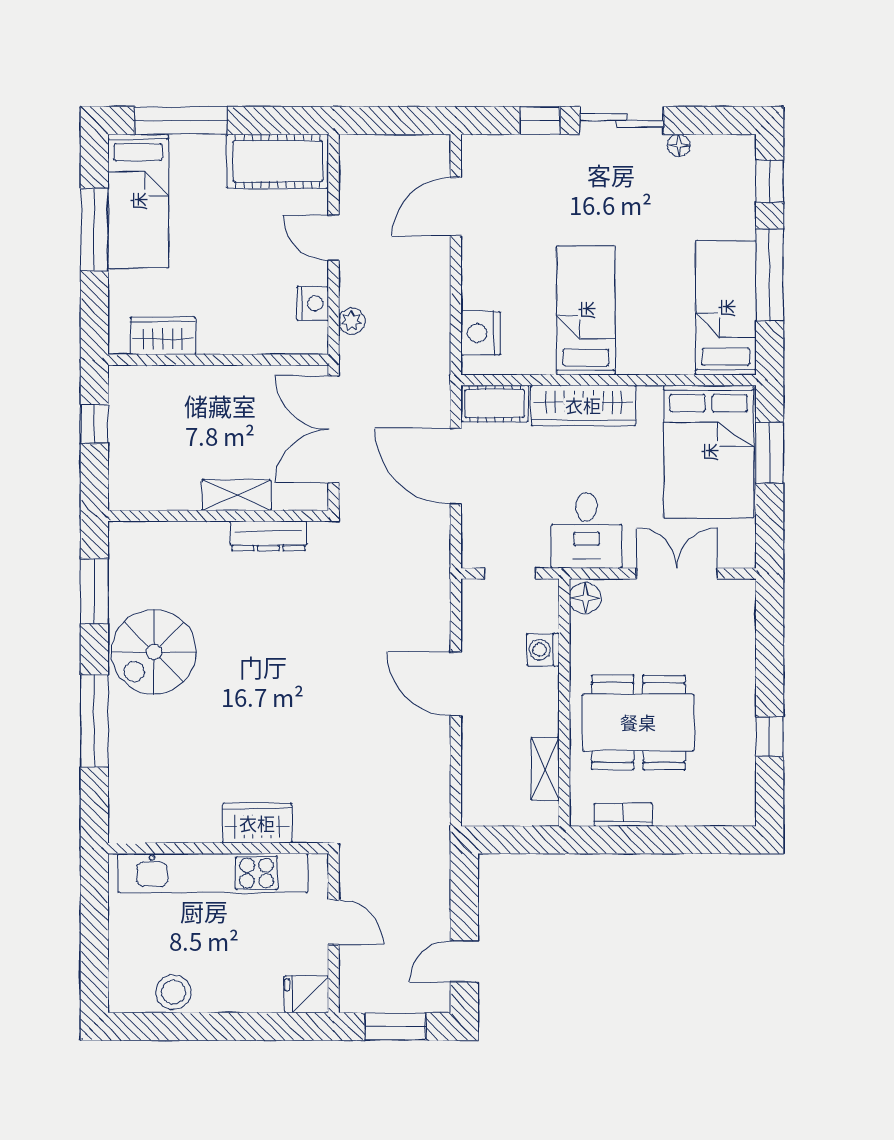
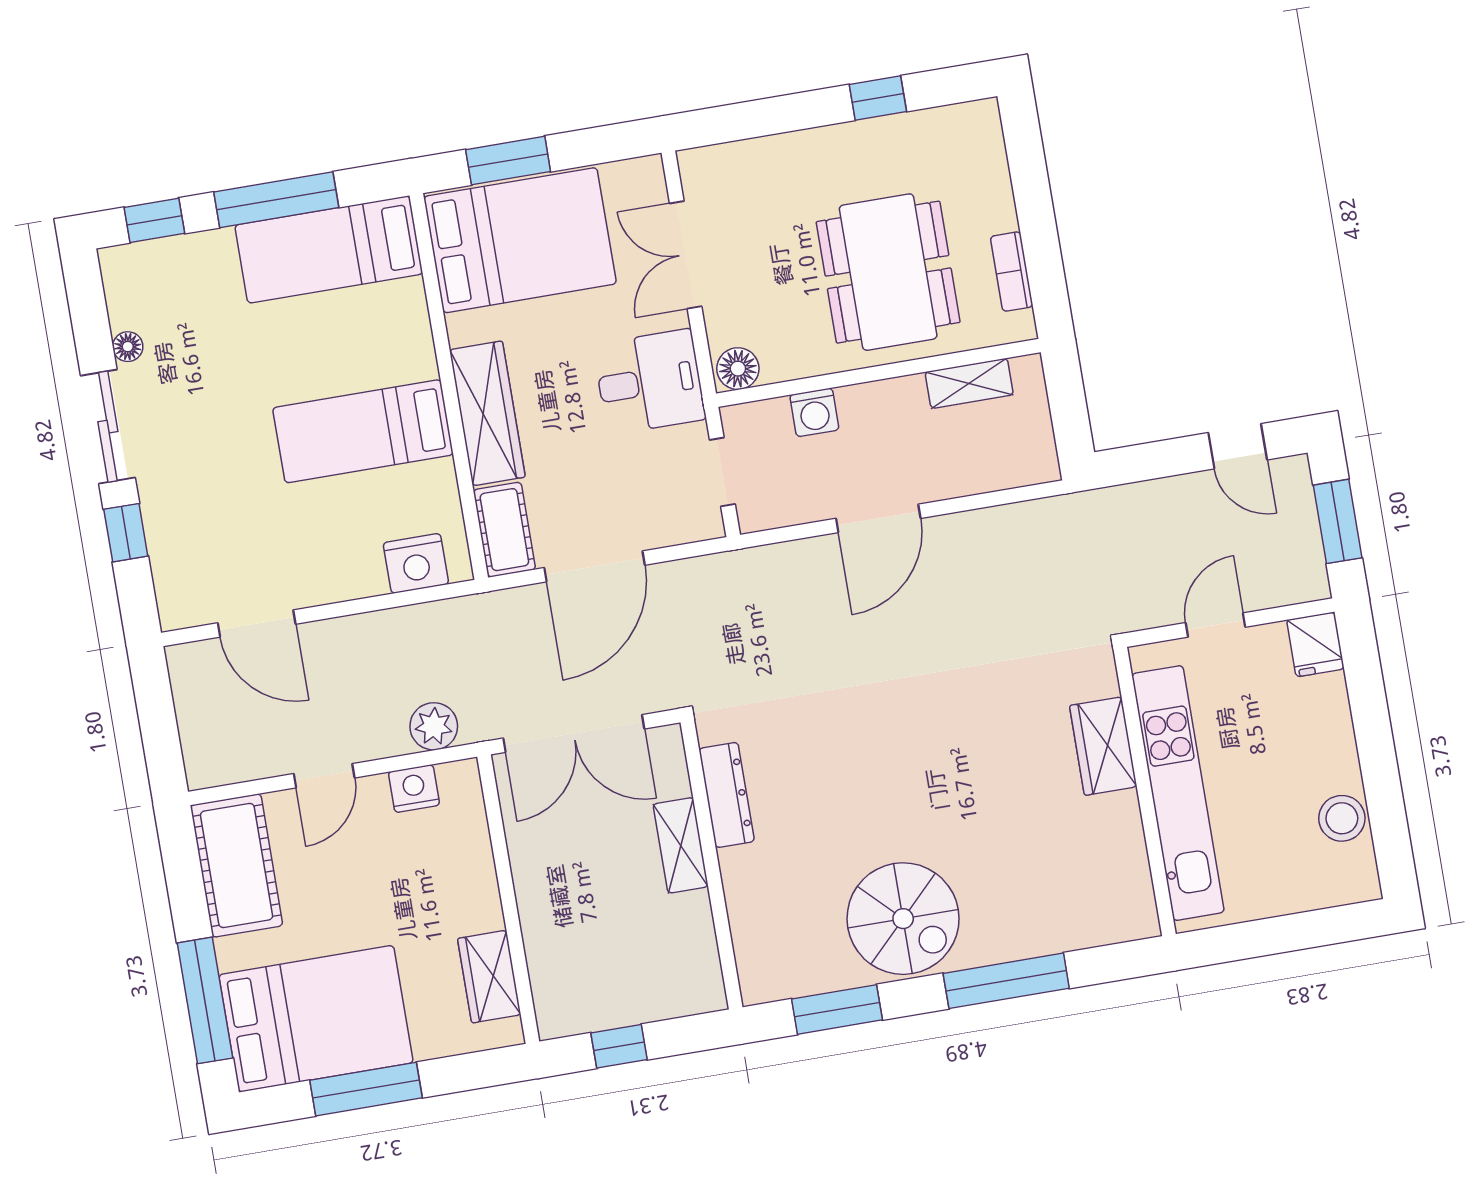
bed: (138, 201) -> (316, 1019), width x1.50
plant: (352, 321) -> (434, 726), width x1.38, depth x1.38

